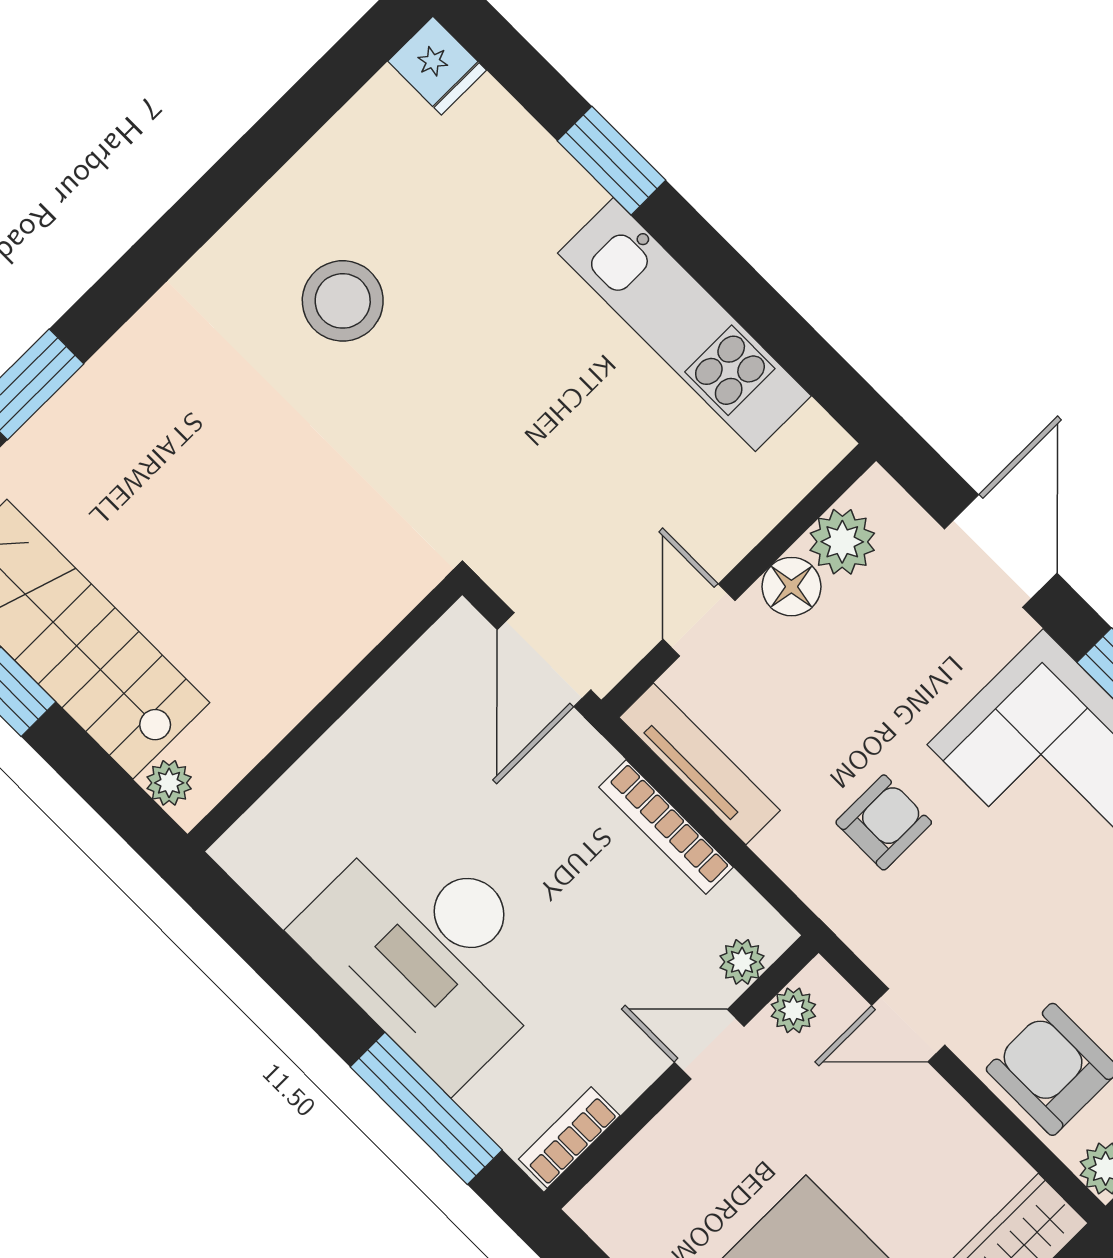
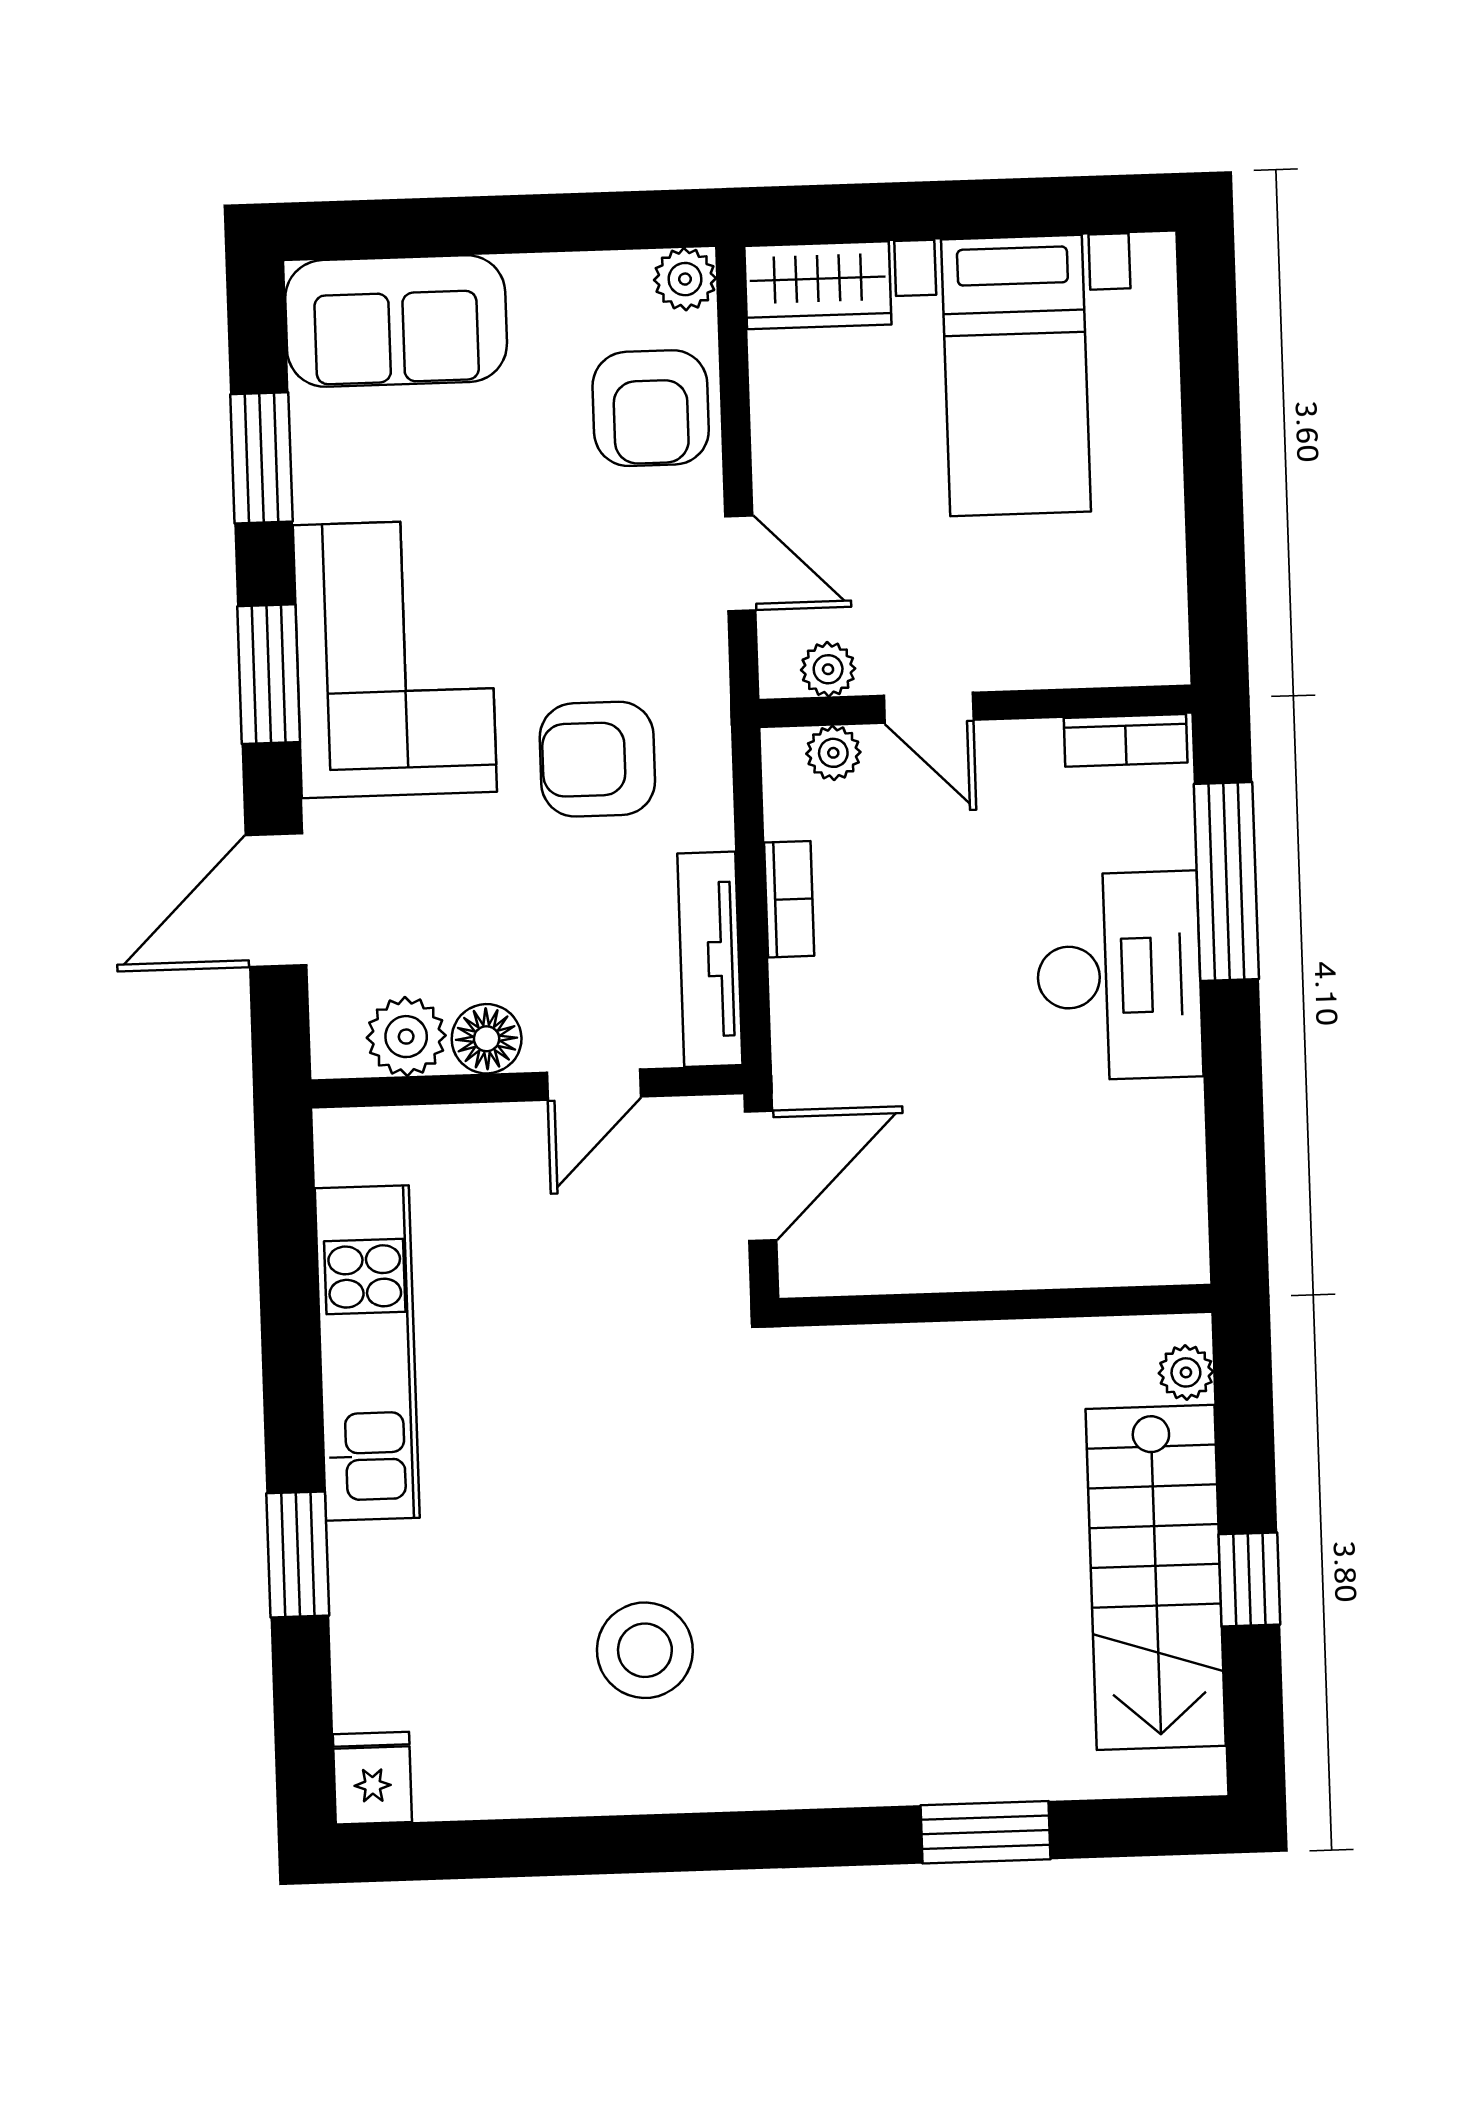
armchair: (884, 822) -> (597, 759), width x1.38, depth x1.38
bookcase: (666, 827) -> (789, 899), width x0.64
desk: (430, 952) -> (1119, 976), width x0.73, depth x0.77

